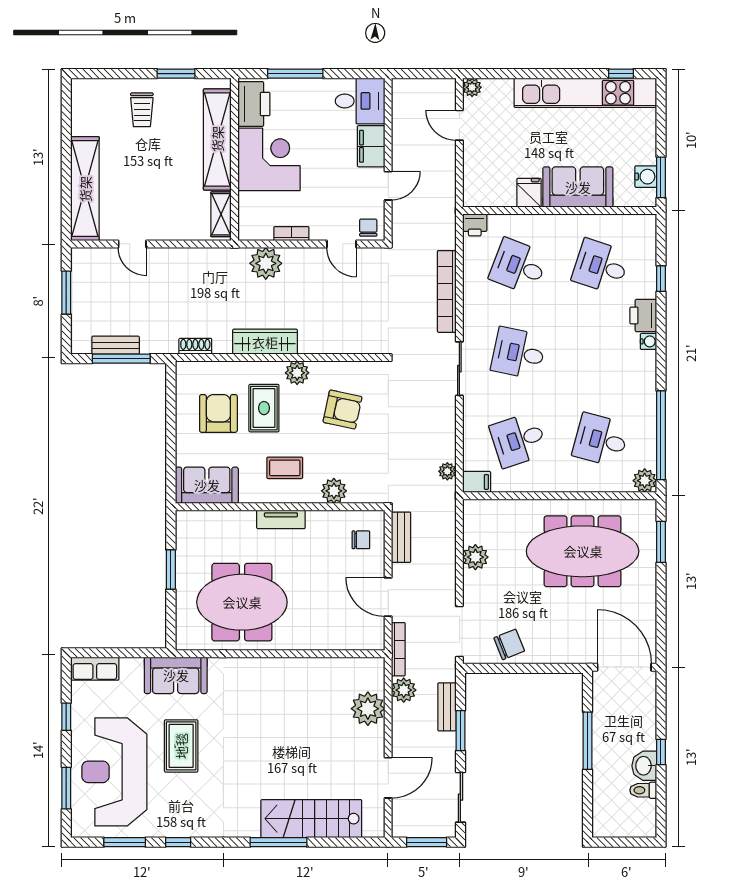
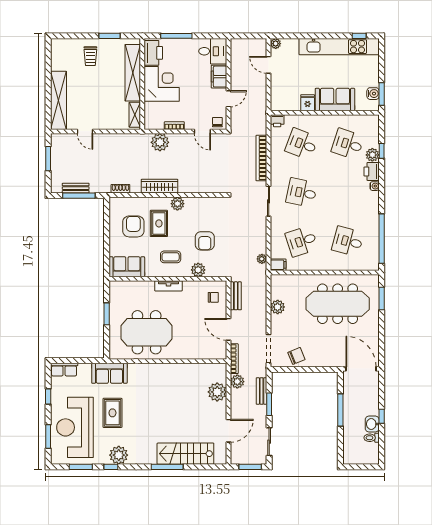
armchair: (343, 409) -> (205, 241), moved, turned 78
plant: (645, 481) -> (372, 155), moved
plant: (192, 821) -> (119, 455), added

